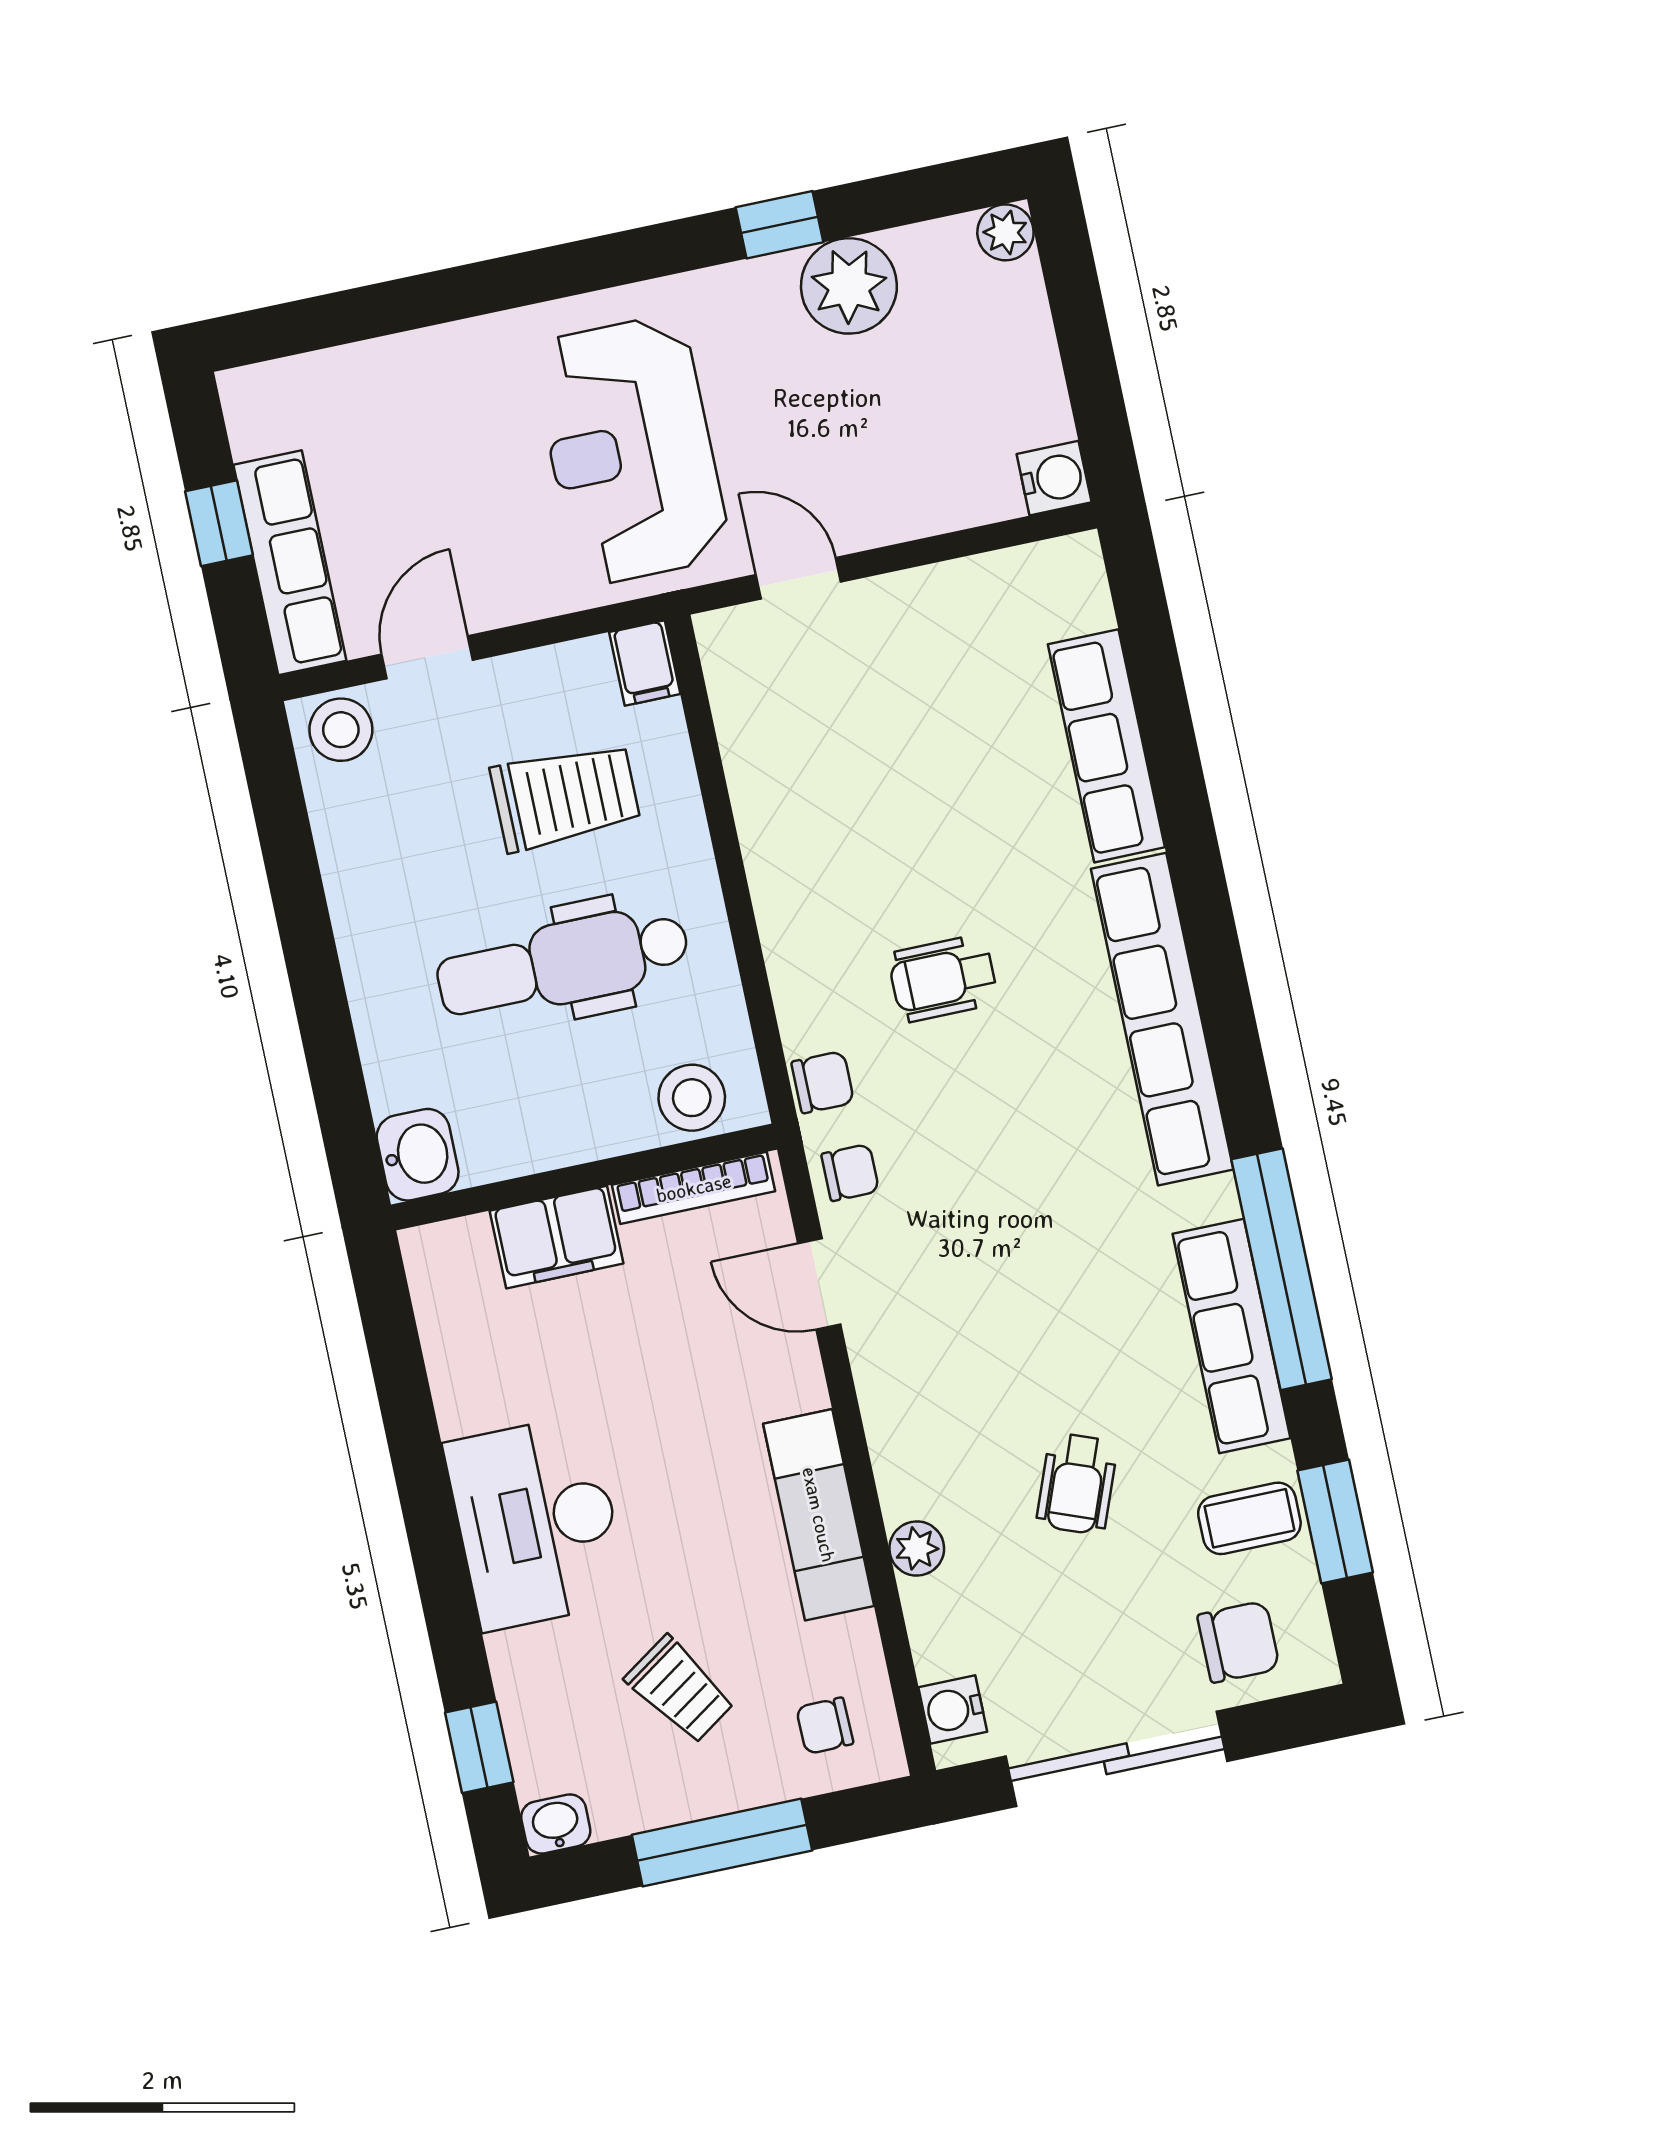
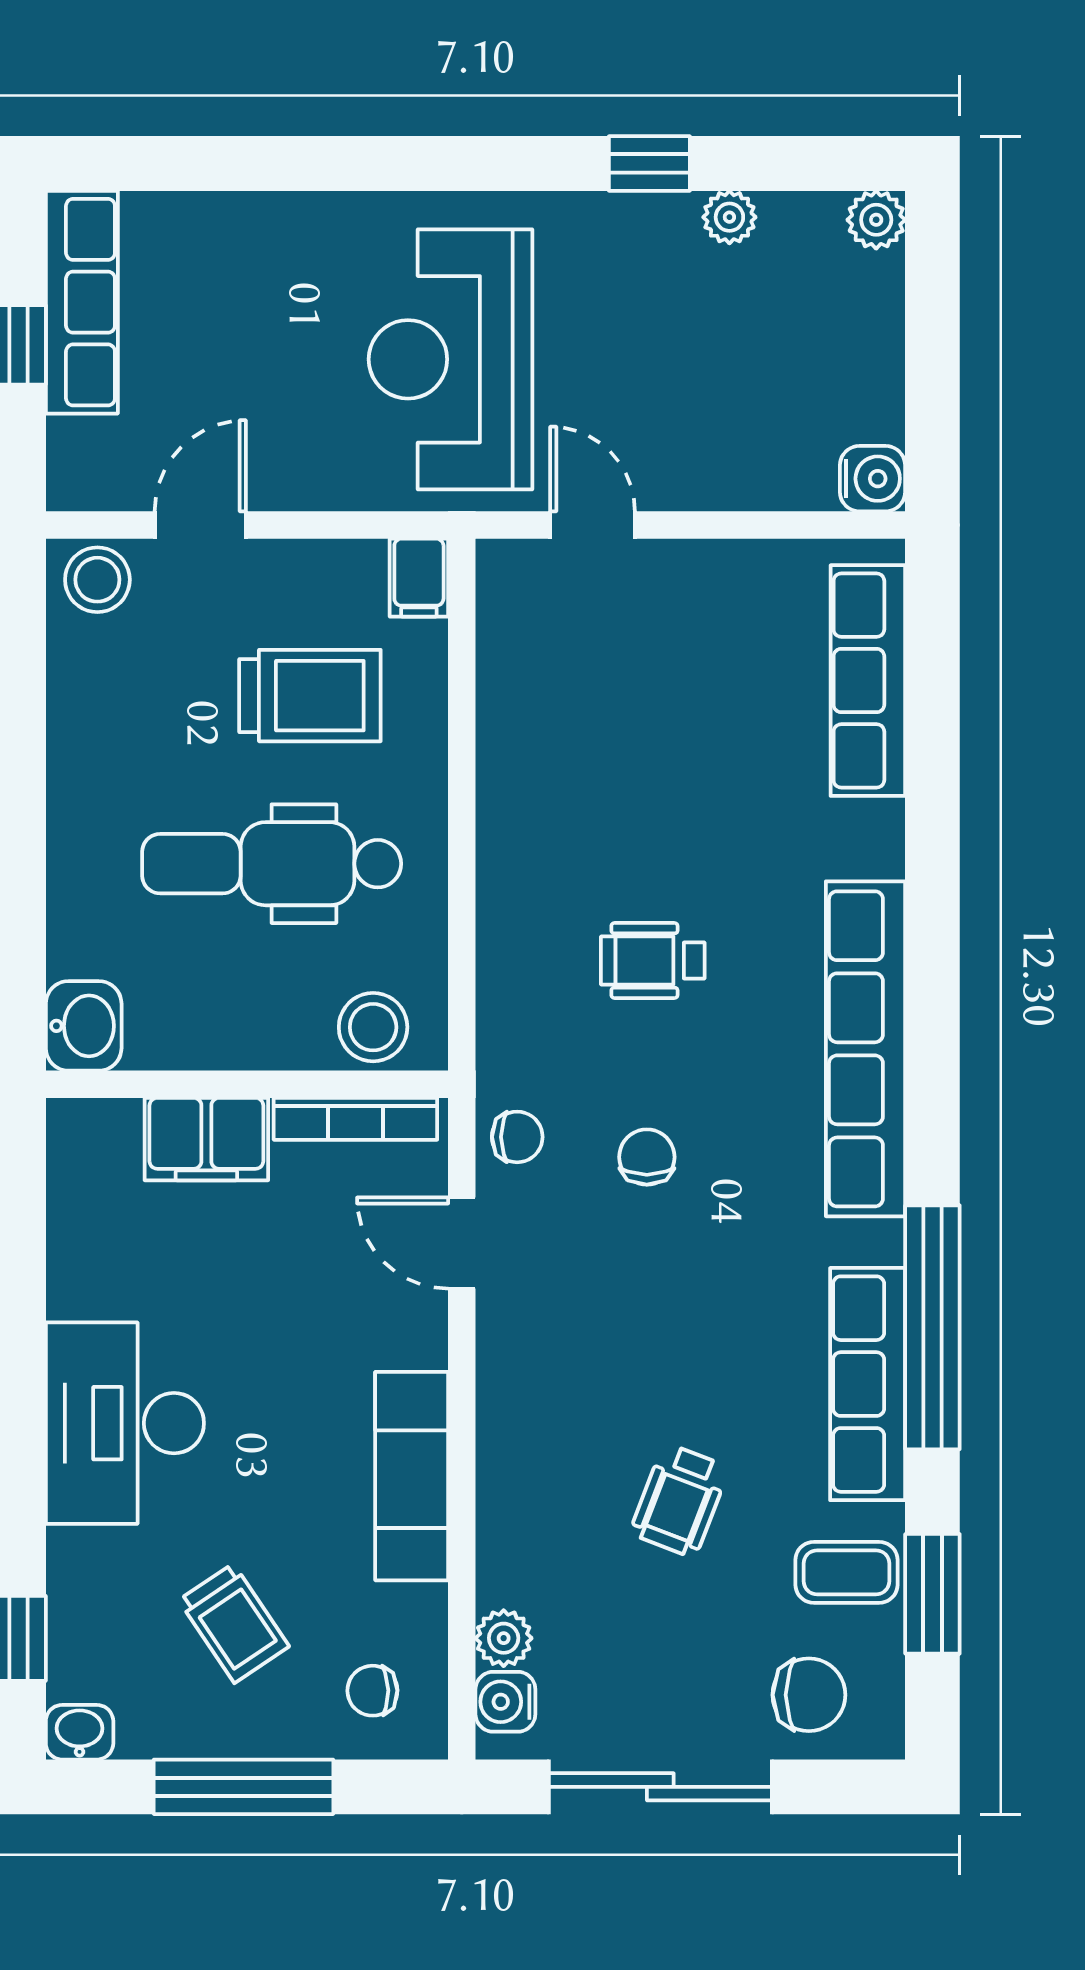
plant: (849, 286) -> (729, 217), width x0.53, depth x0.53
row of seats: (290, 563) -> (82, 302), moved
row of seats: (1106, 746) -> (868, 681), moved
chair: (823, 1082) -> (647, 1157), moved, turned -90
plant: (917, 1549) -> (504, 1638), moved

